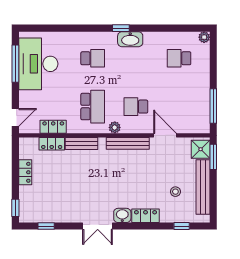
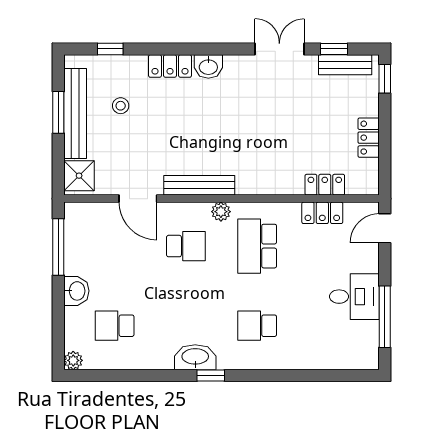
school desk: (179, 58) -> (115, 326), turned 180
desk: (38, 64) -> (354, 297), width x0.53, depth x0.77
washbasin: (202, 79) -> (76, 291), added
bench: (81, 144) -> (345, 65), moved
window: (213, 157) -> (58, 112), moved
double door: (98, 226) -> (279, 49), moved

